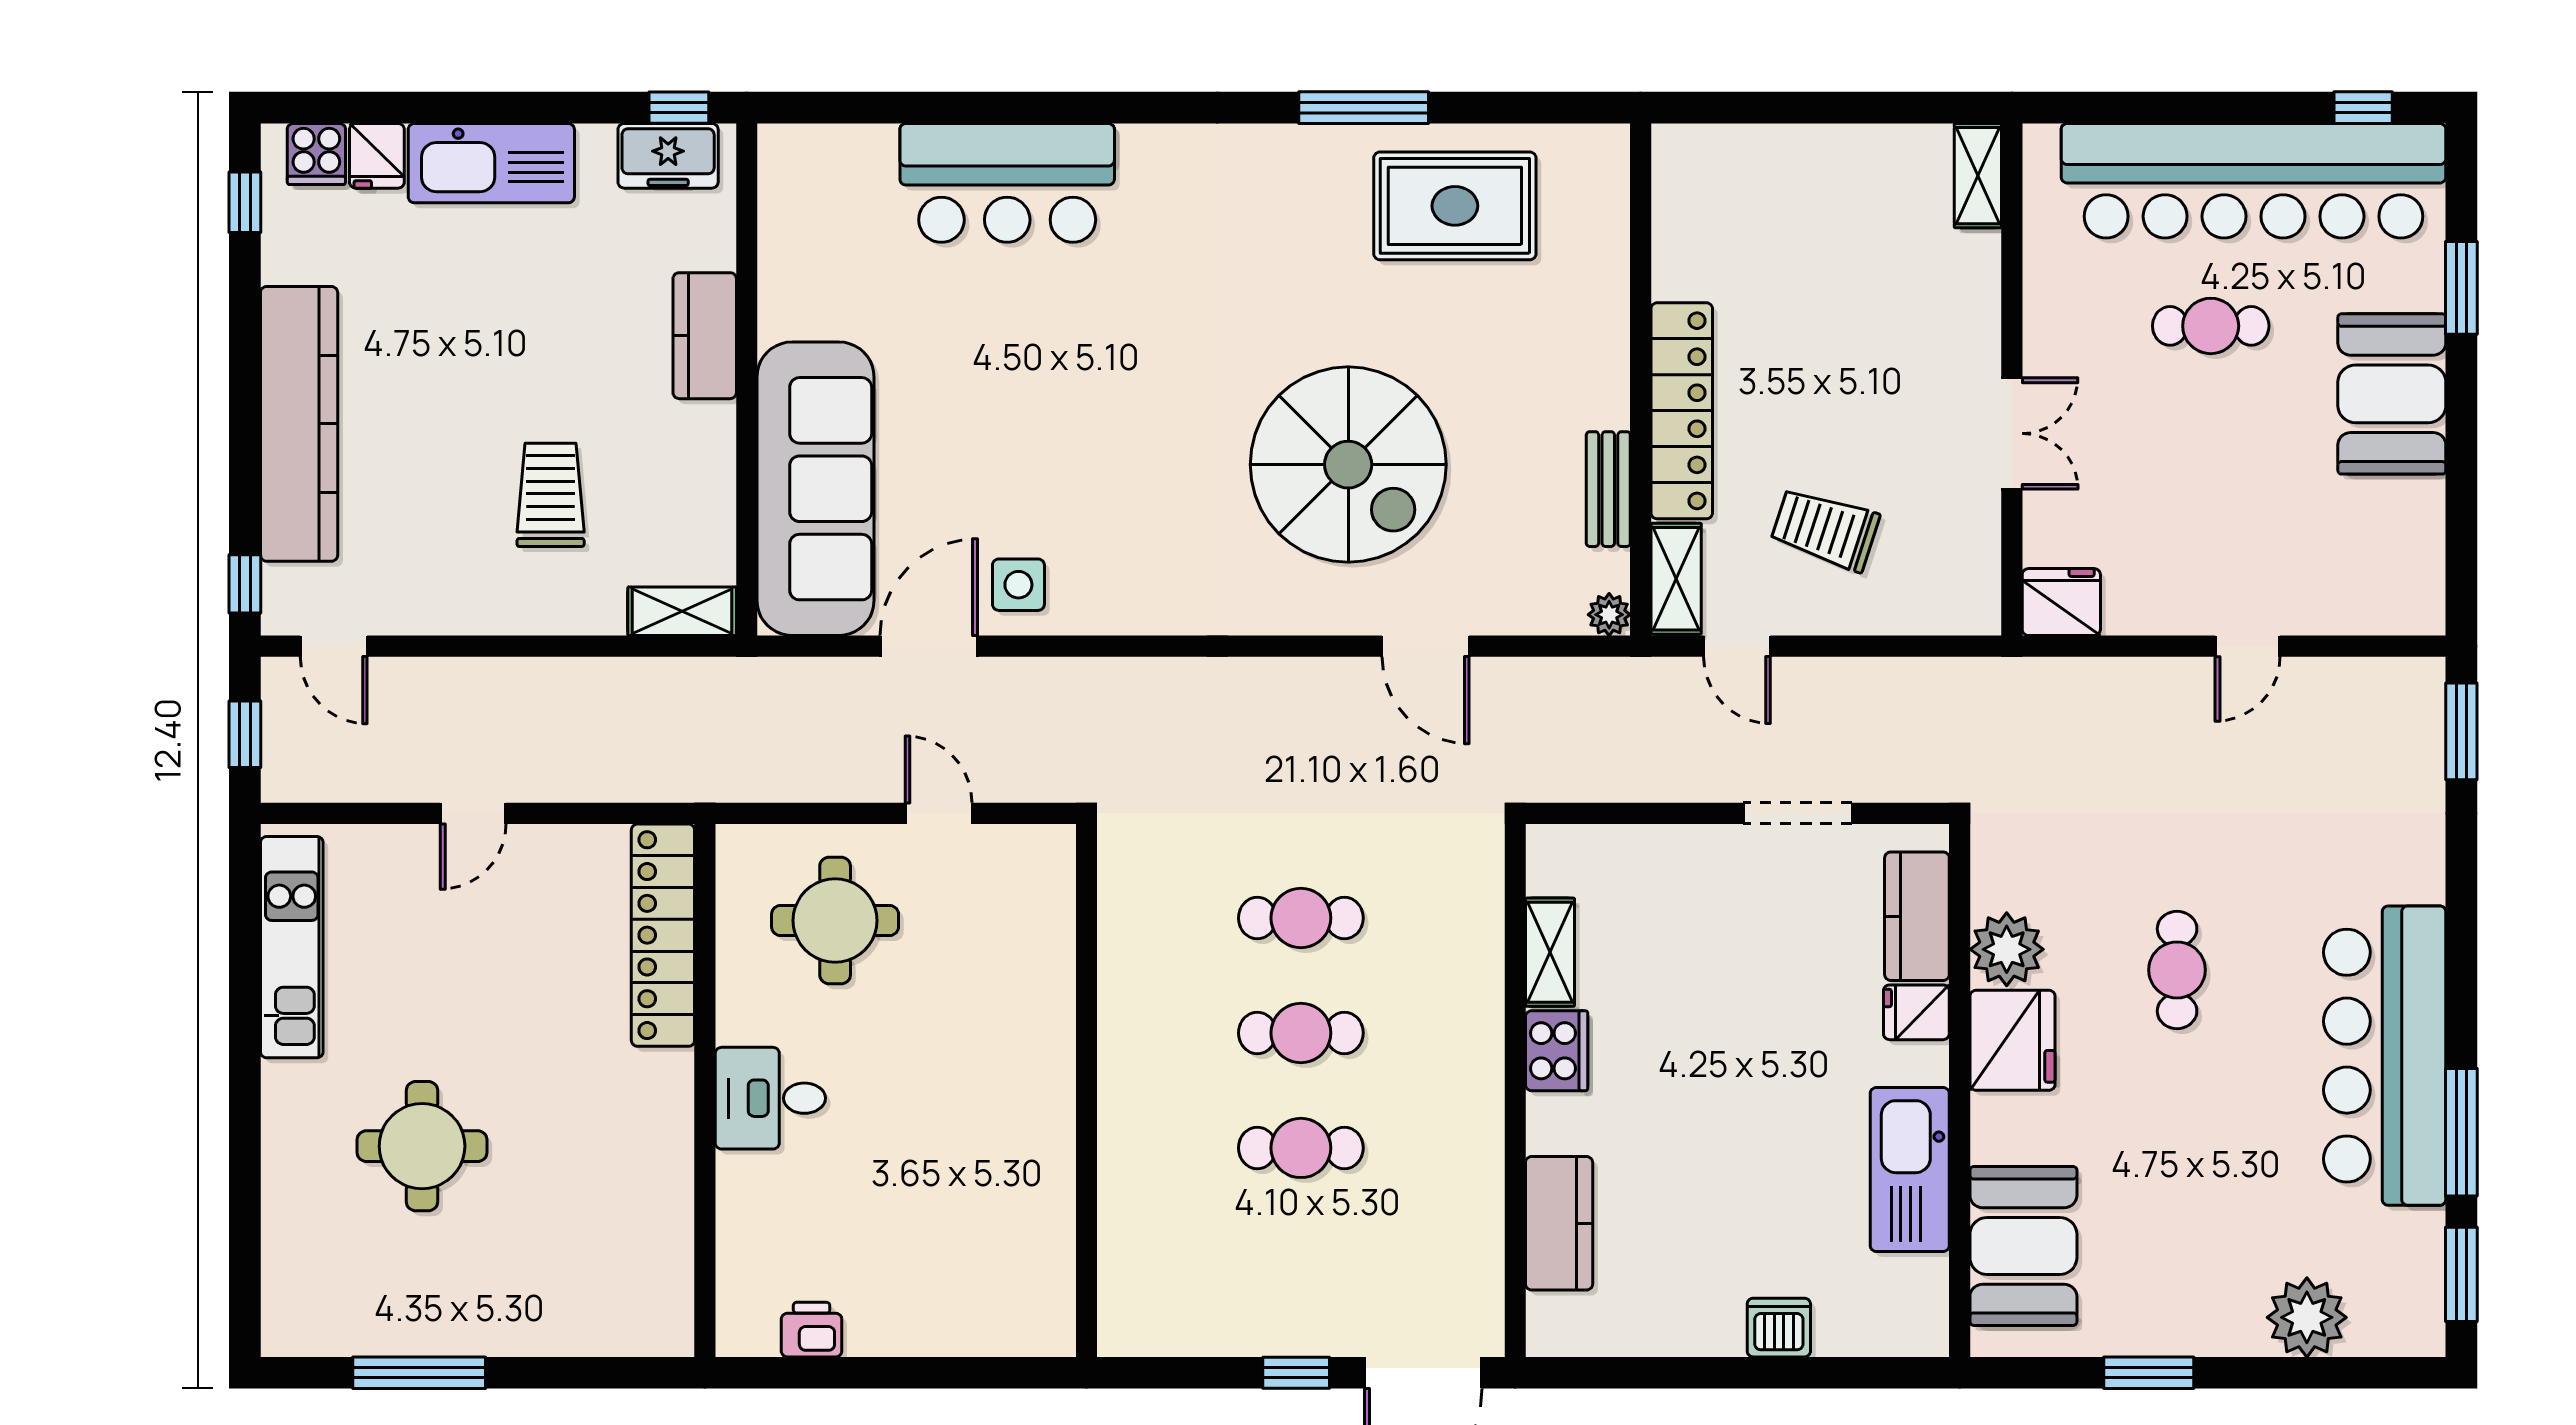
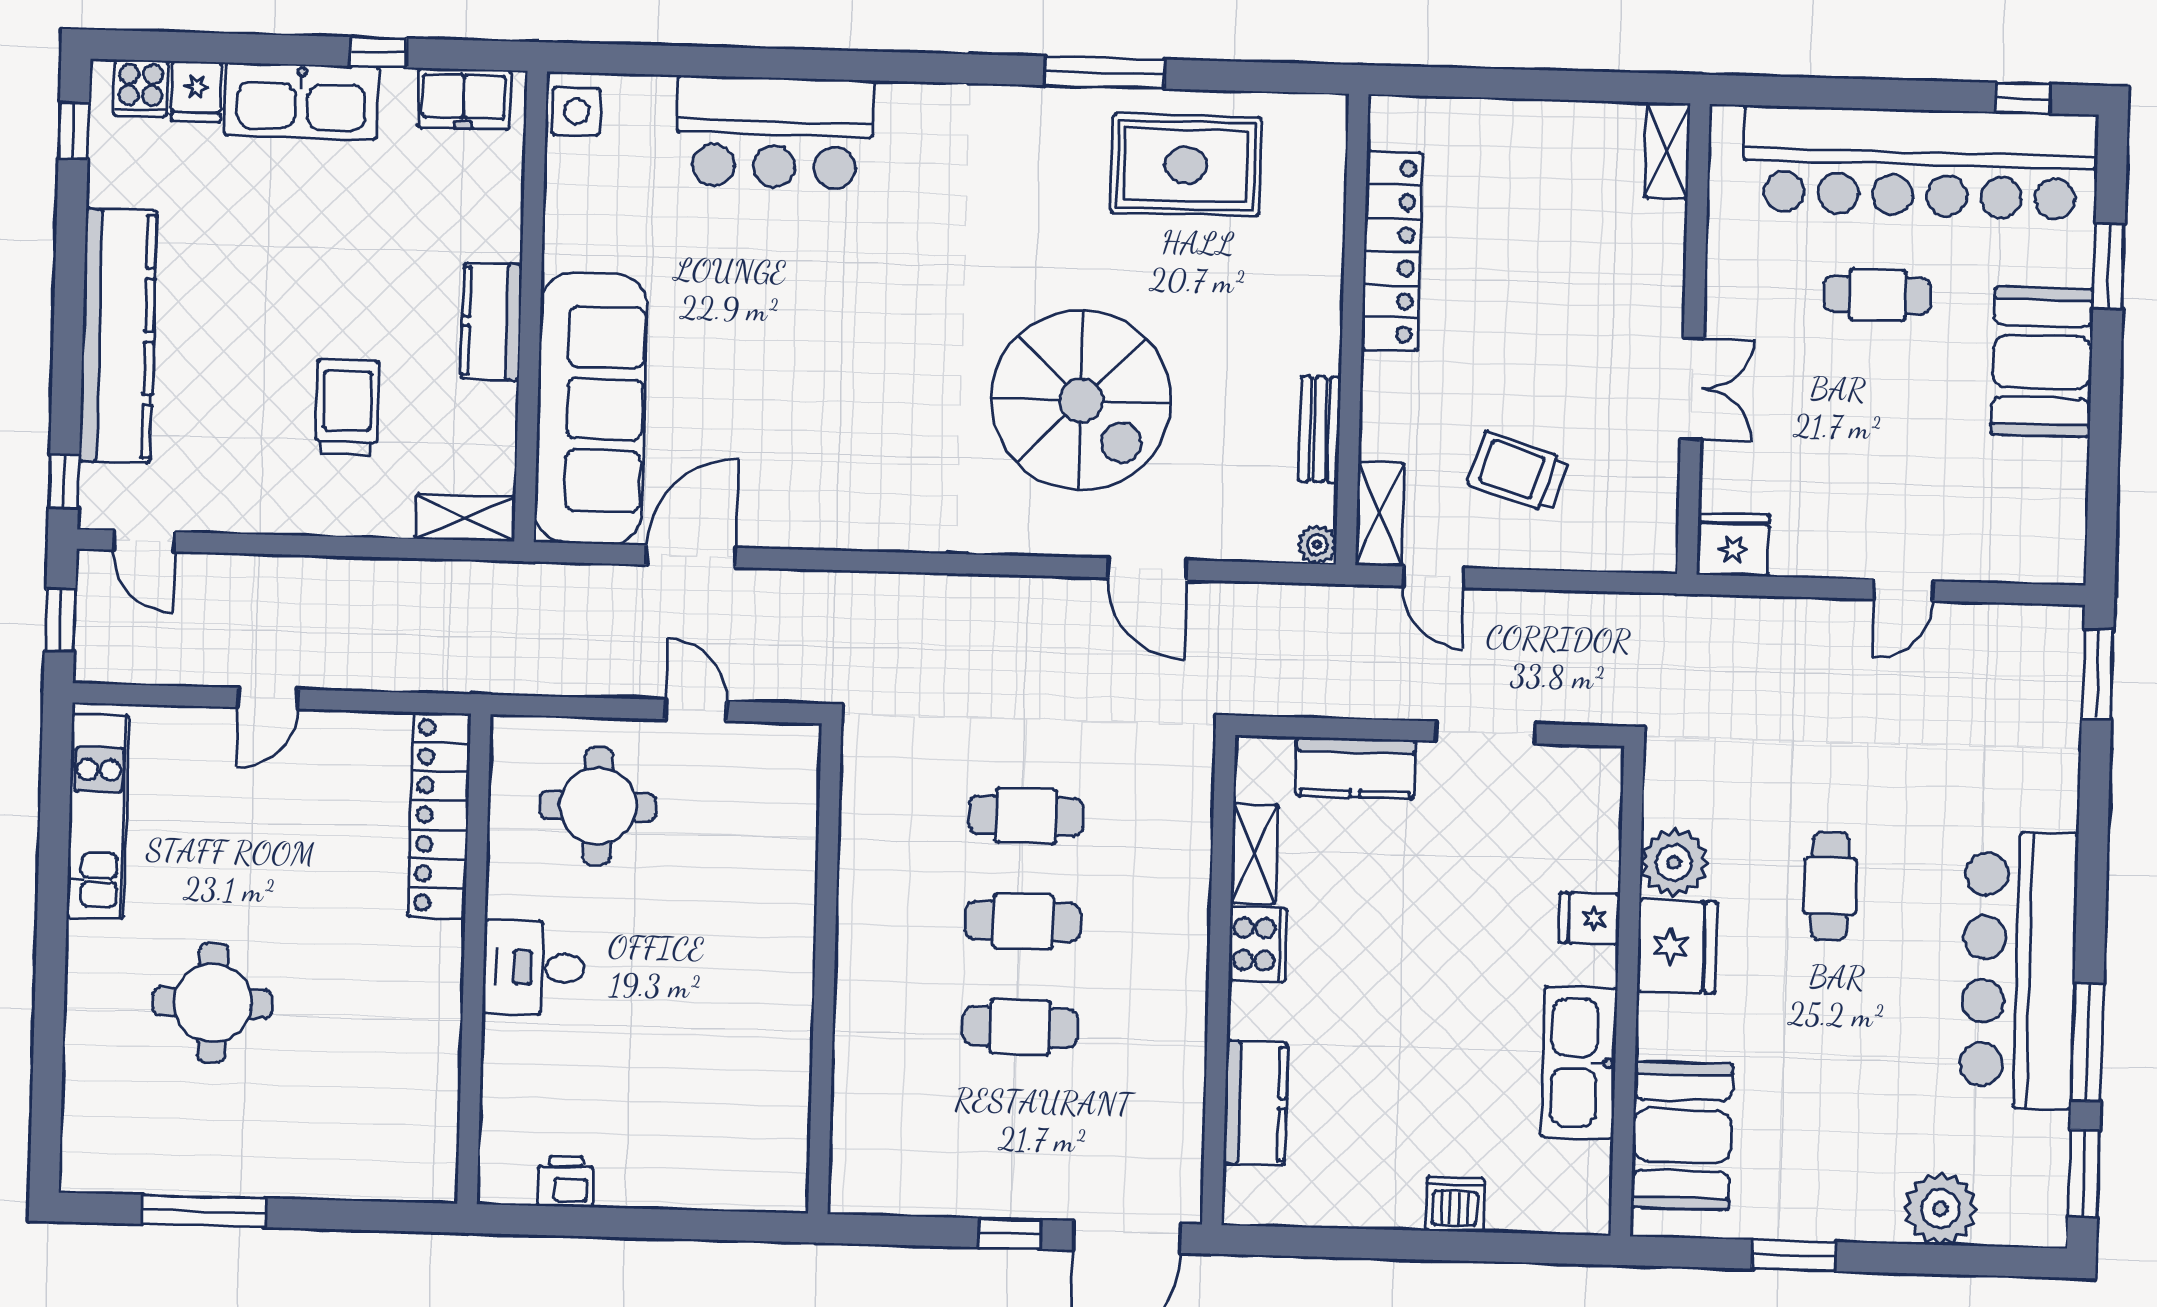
window: (679, 108) -> (379, 52), moved
kitchen counter: (705, 336) -> (491, 322), moved
locker: (1682, 411) -> (1392, 251), moved
side table: (1018, 585) -> (576, 111), moved
kitchen counter: (1917, 916) -> (1356, 768), moved, turned -90

